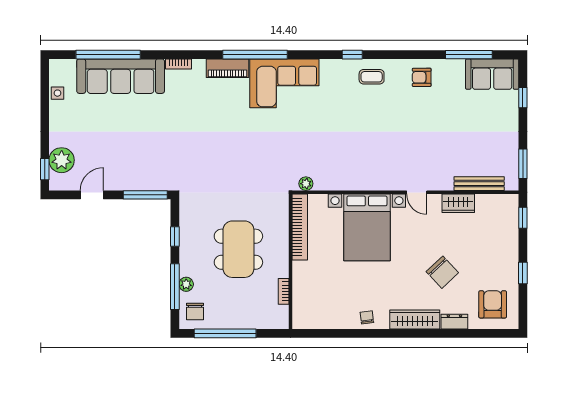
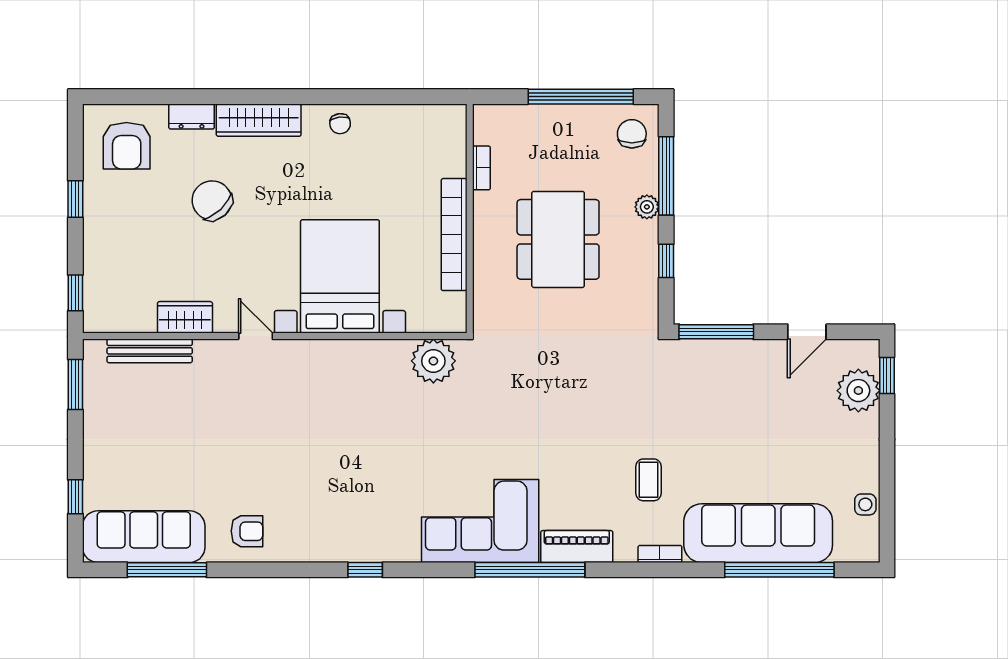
sofa: (492, 74) -> (144, 537), width x1.36
coffee table: (372, 77) -> (649, 480), moved, turned 90
plant: (306, 184) -> (433, 361), width x1.88, depth x1.88
bookcase: (300, 227) -> (454, 235), moved
plant: (186, 284) -> (647, 207), moved

